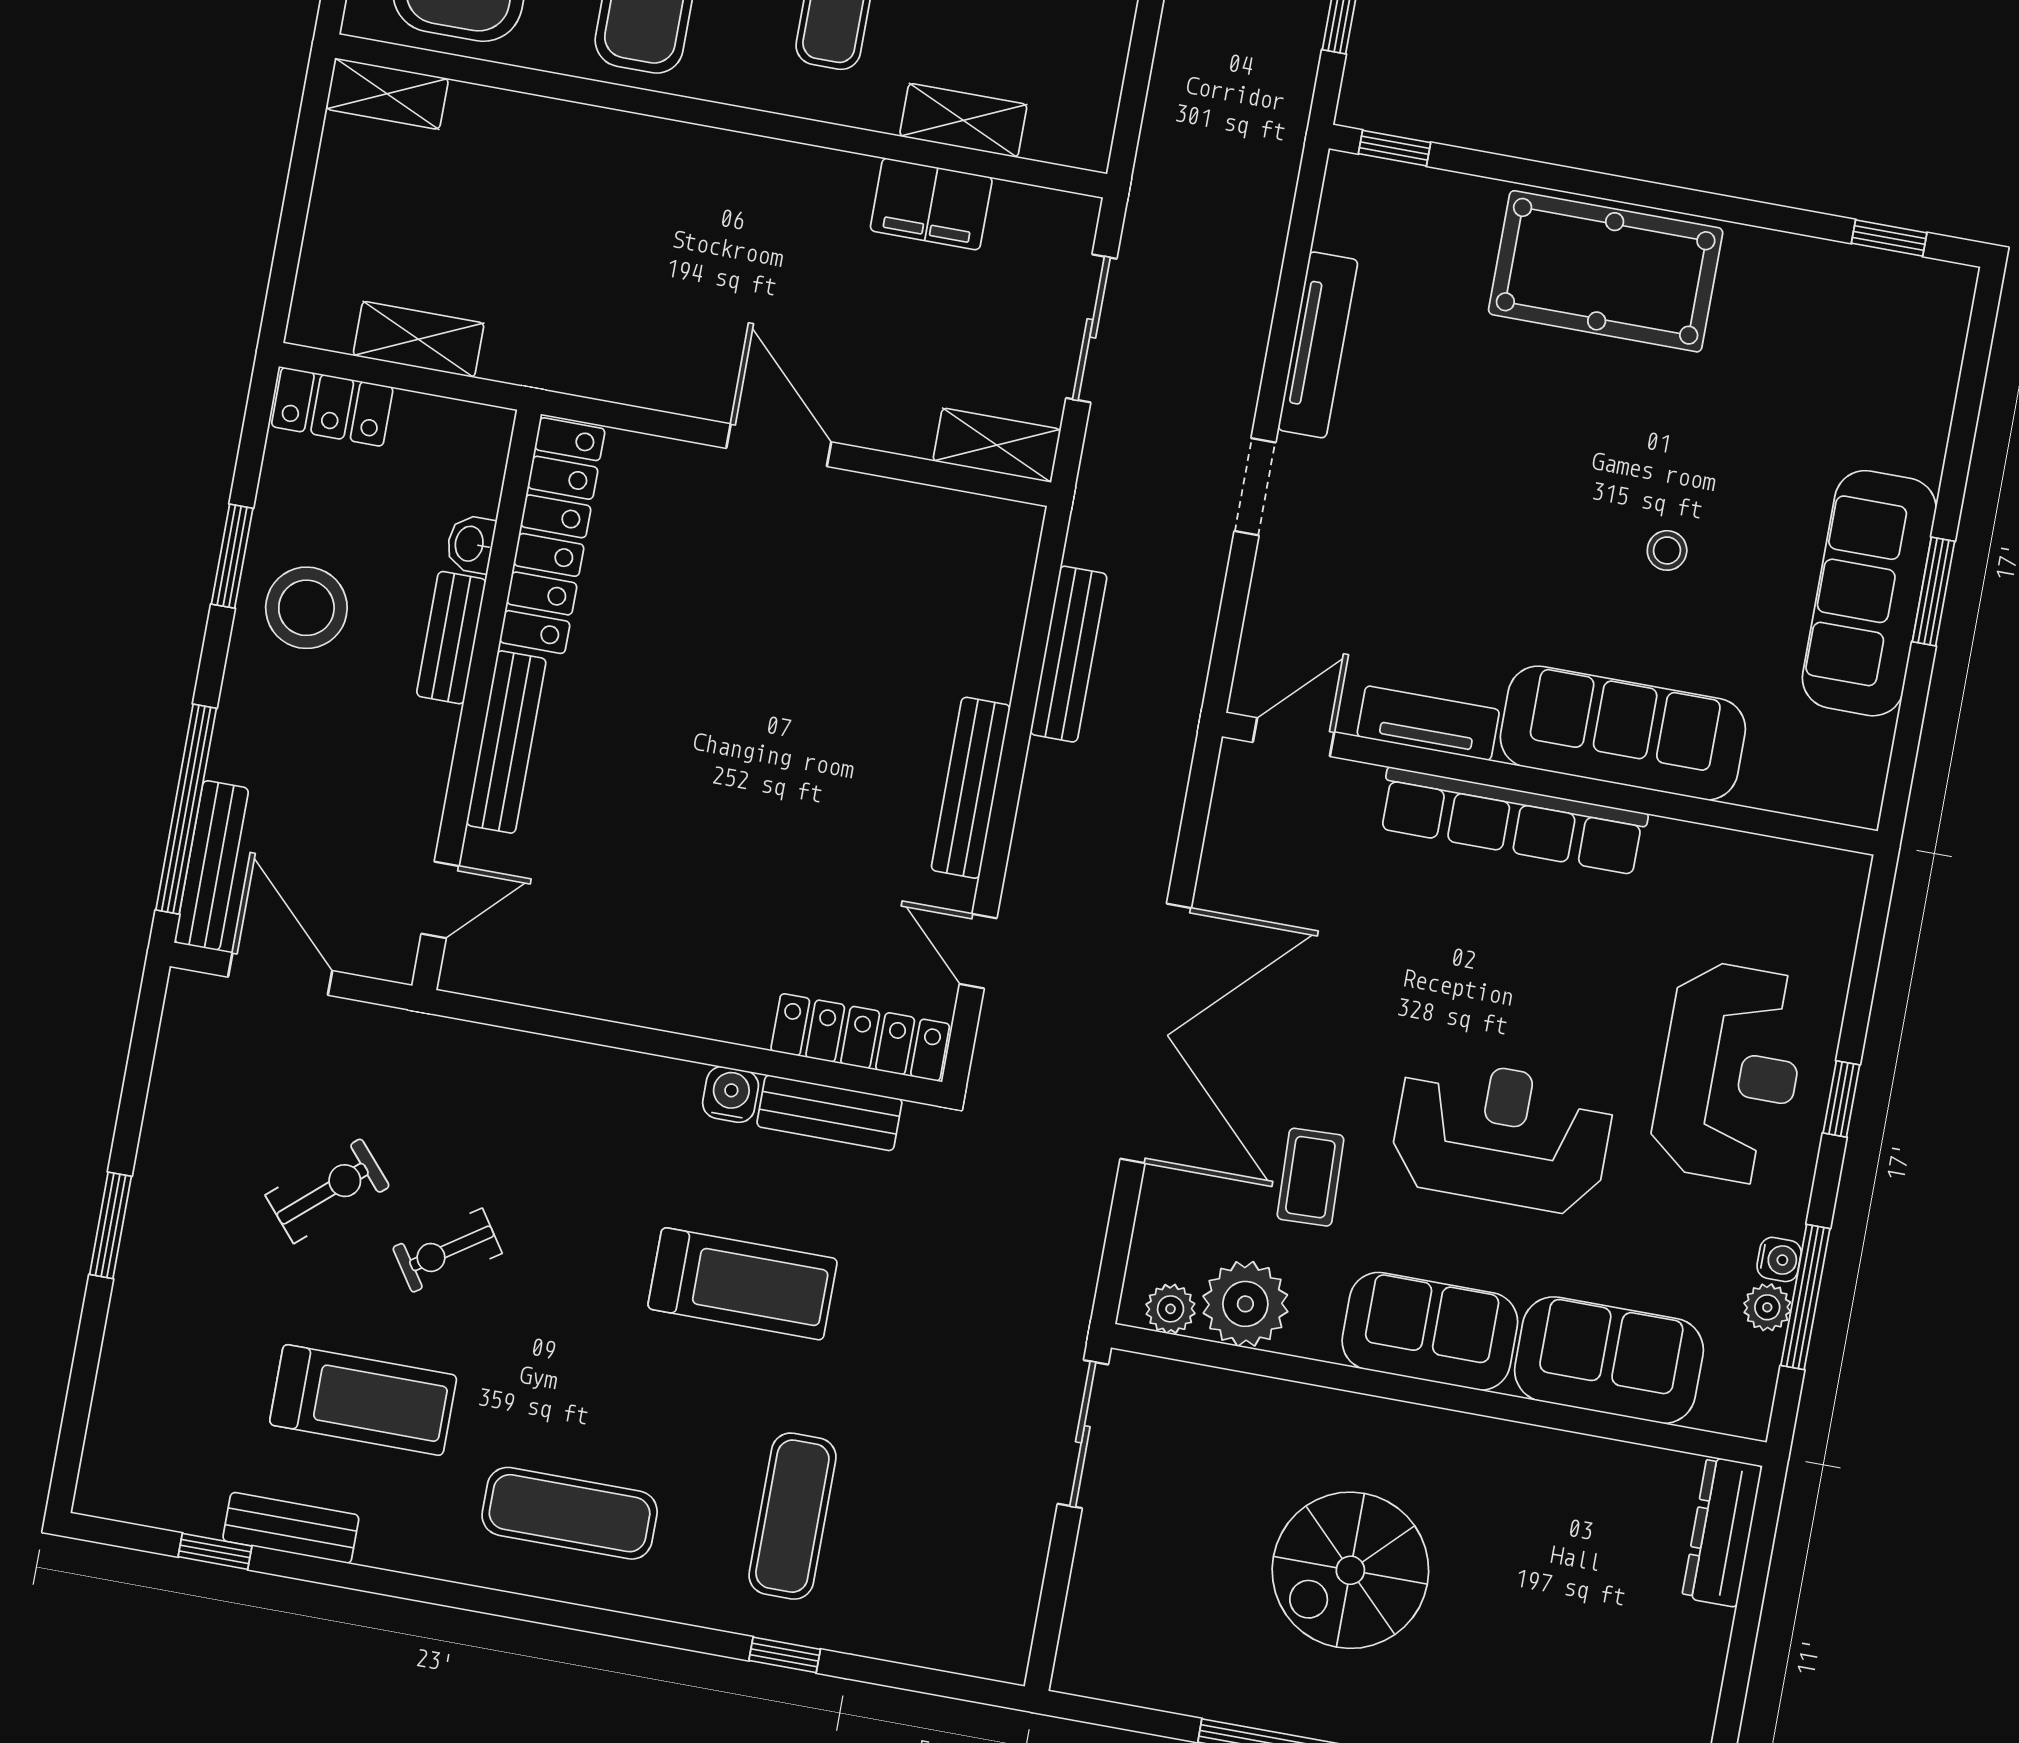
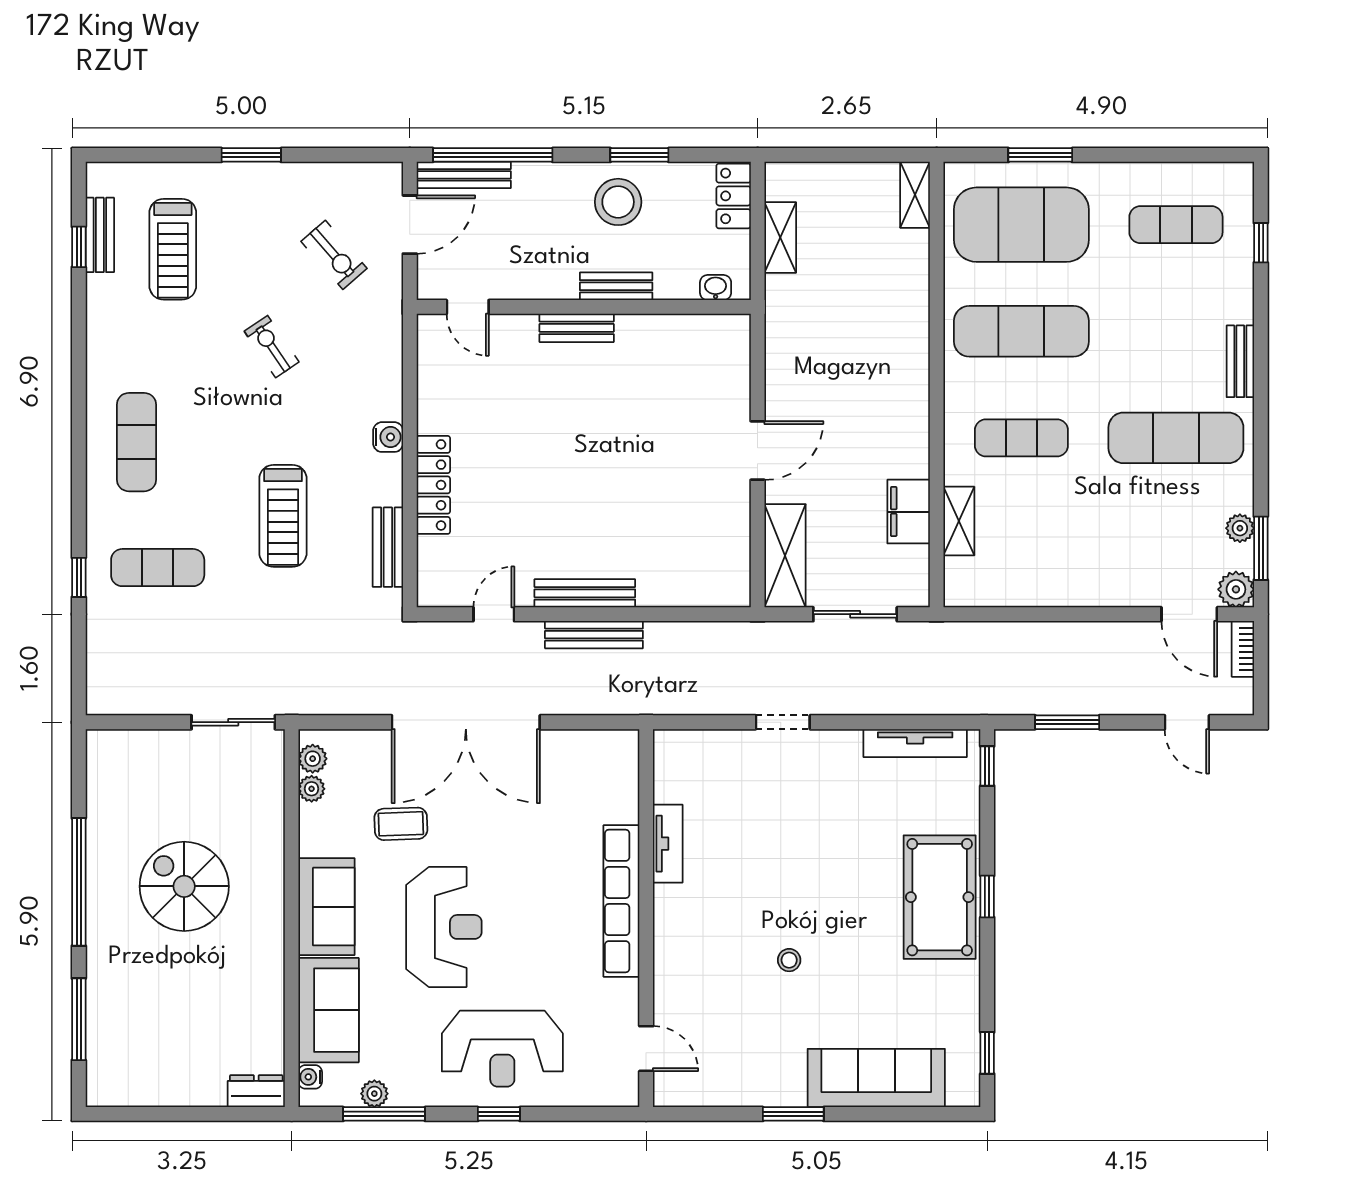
window: (1619, 189) -> (987, 897), added
tv unit: (1318, 345) -> (915, 743), moved
shelving: (997, 445) -> (785, 556), width x1.50, depth x1.33
locker: (552, 536) -> (684, 333), removed
washbasin: (470, 544) -> (716, 288), moved
sofa: (1869, 593) -> (876, 1078), moved
bench: (1069, 654) -> (594, 635), moved
sofa: (1623, 733) -> (682, 954), removed
door: (1294, 737) -> (646, 1049), moved
bench: (506, 742) -> (577, 328), width x0.73
locker: (860, 1037) -> (433, 485), moved
water cooler: (731, 1094) -> (388, 437), moved
exercise bike: (327, 1191) -> (334, 255), moved
water cooler: (1779, 1259) -> (310, 1077), moved, turned 90
plant: (1245, 1304) -> (312, 789), width x0.53, depth x0.53
treadmill: (363, 1400) -> (173, 249), moved
bench: (291, 1528) -> (100, 235), moved
dresser: (1722, 1532) -> (256, 1091), width x0.70

